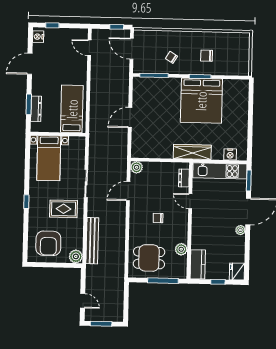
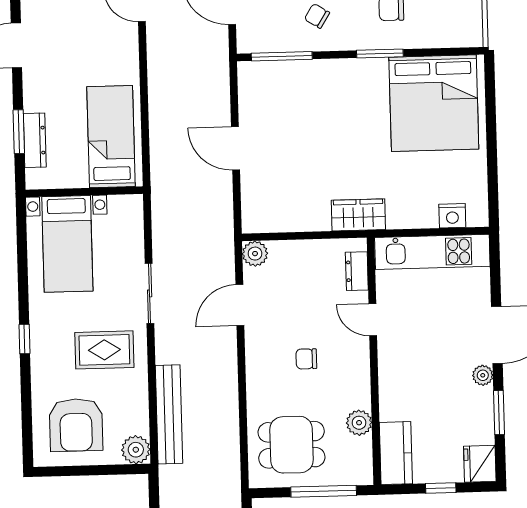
bed: (201, 101) -> (434, 103), moved
door: (130, 117) -> (235, 148), hinge flipped
wardrobe: (192, 152) -> (358, 215), width x0.67
window: (249, 180) -> (499, 413), moved

